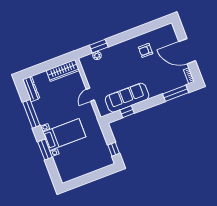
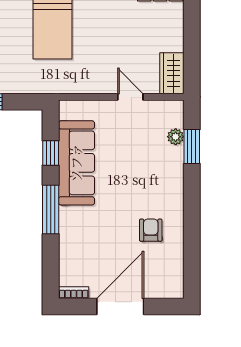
wardrobe: (63, 70) -> (172, 73), width x0.67
window: (176, 93) -> (51, 210), moved
door: (90, 95) -> (130, 97), moved

